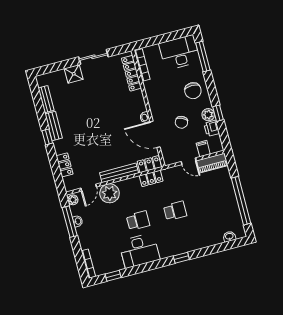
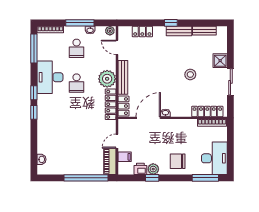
stool: (97, 102) -> (190, 74), added
chair: (181, 122) -> (153, 144), removed
locker: (151, 178) -> (111, 104), width x1.53
plant: (110, 193) -> (107, 79), moved
window: (241, 201) -> (86, 178), moved
school desk: (175, 211) -> (77, 48), moved
window: (70, 222) -> (80, 23), moved
window: (160, 263) -> (34, 93), added
window: (113, 276) -> (34, 48), width x2.17

